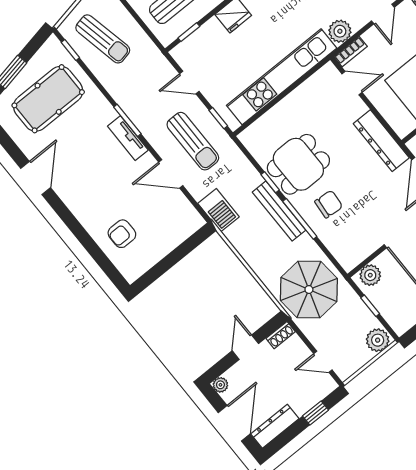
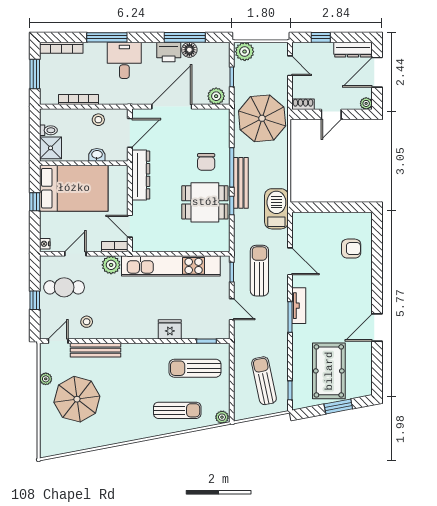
pool table: (48, 99) -> (329, 371), turned 90
chair: (329, 204) -> (206, 162), turned -95
barbecue: (218, 210) -> (276, 209), width x1.37, depth x1.21

